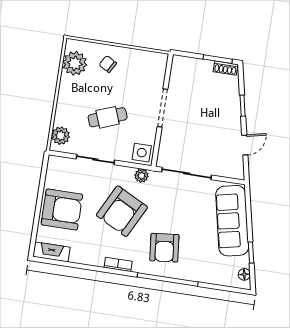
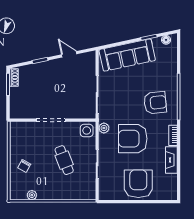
plant: (75, 63) -> (32, 195), width x0.53, depth x0.53
plant: (61, 136) -> (83, 193), removed
armchair: (122, 211) -> (133, 139), turned 153
fireplace: (51, 252) -> (171, 160), moved

